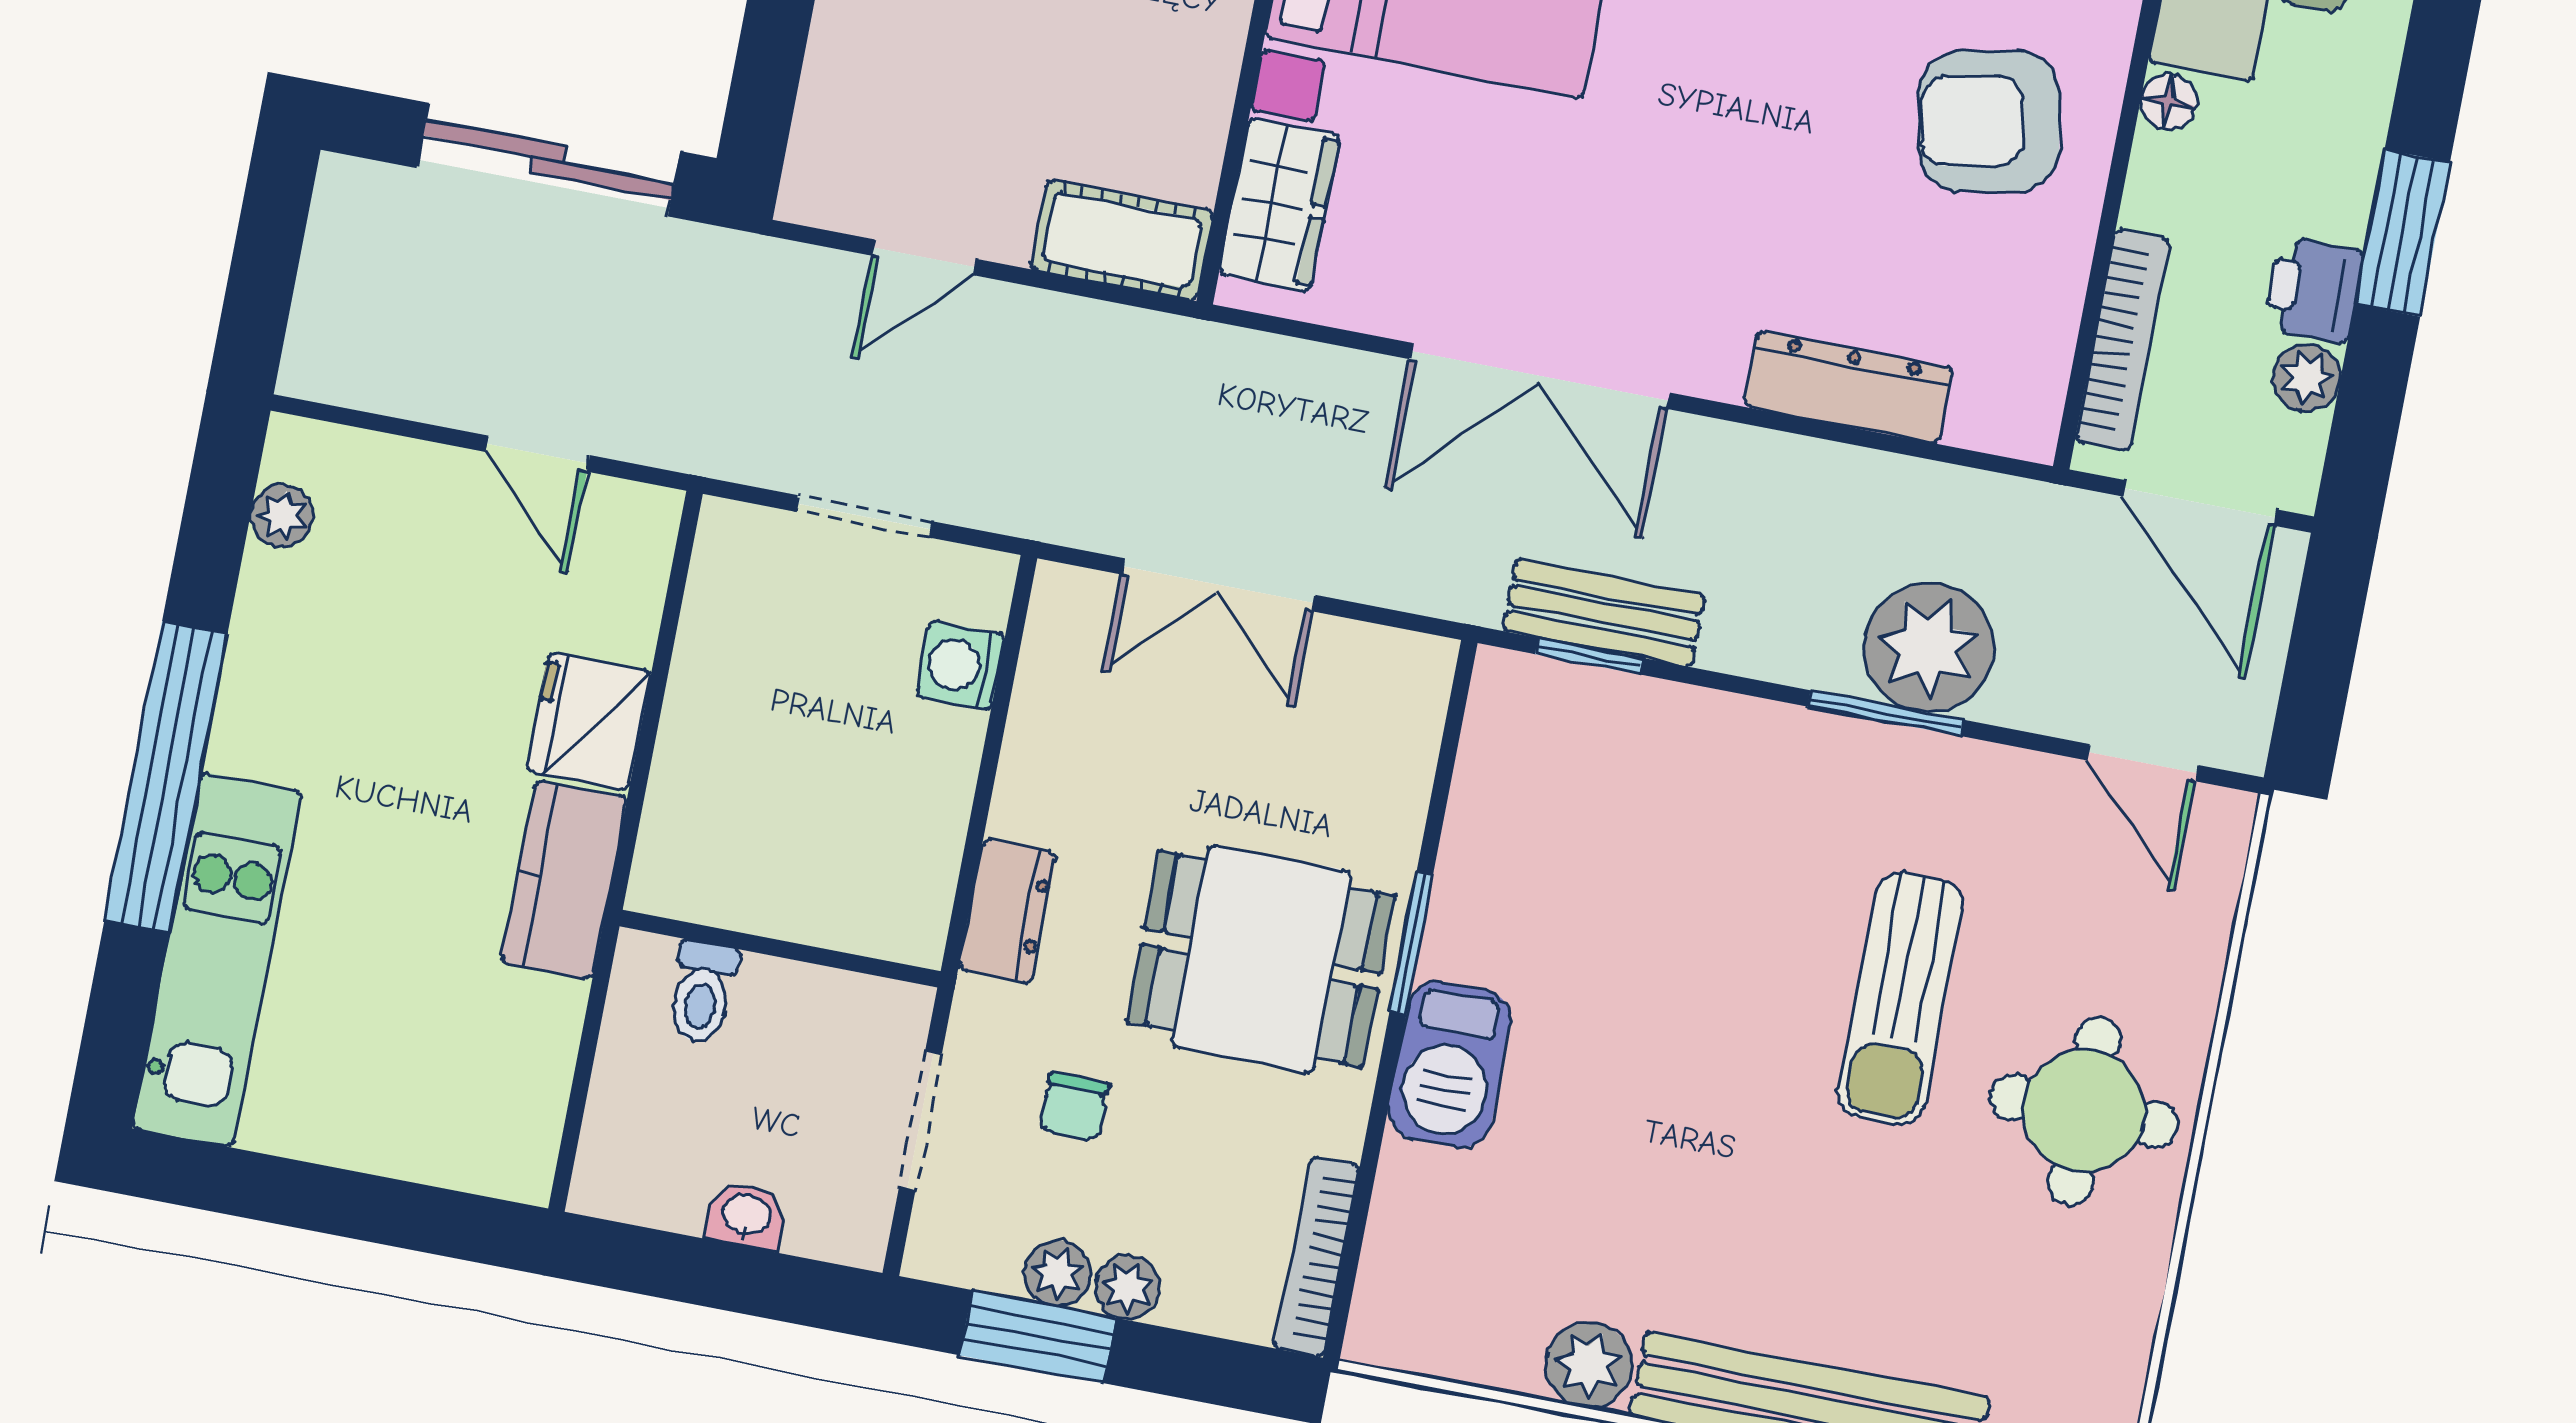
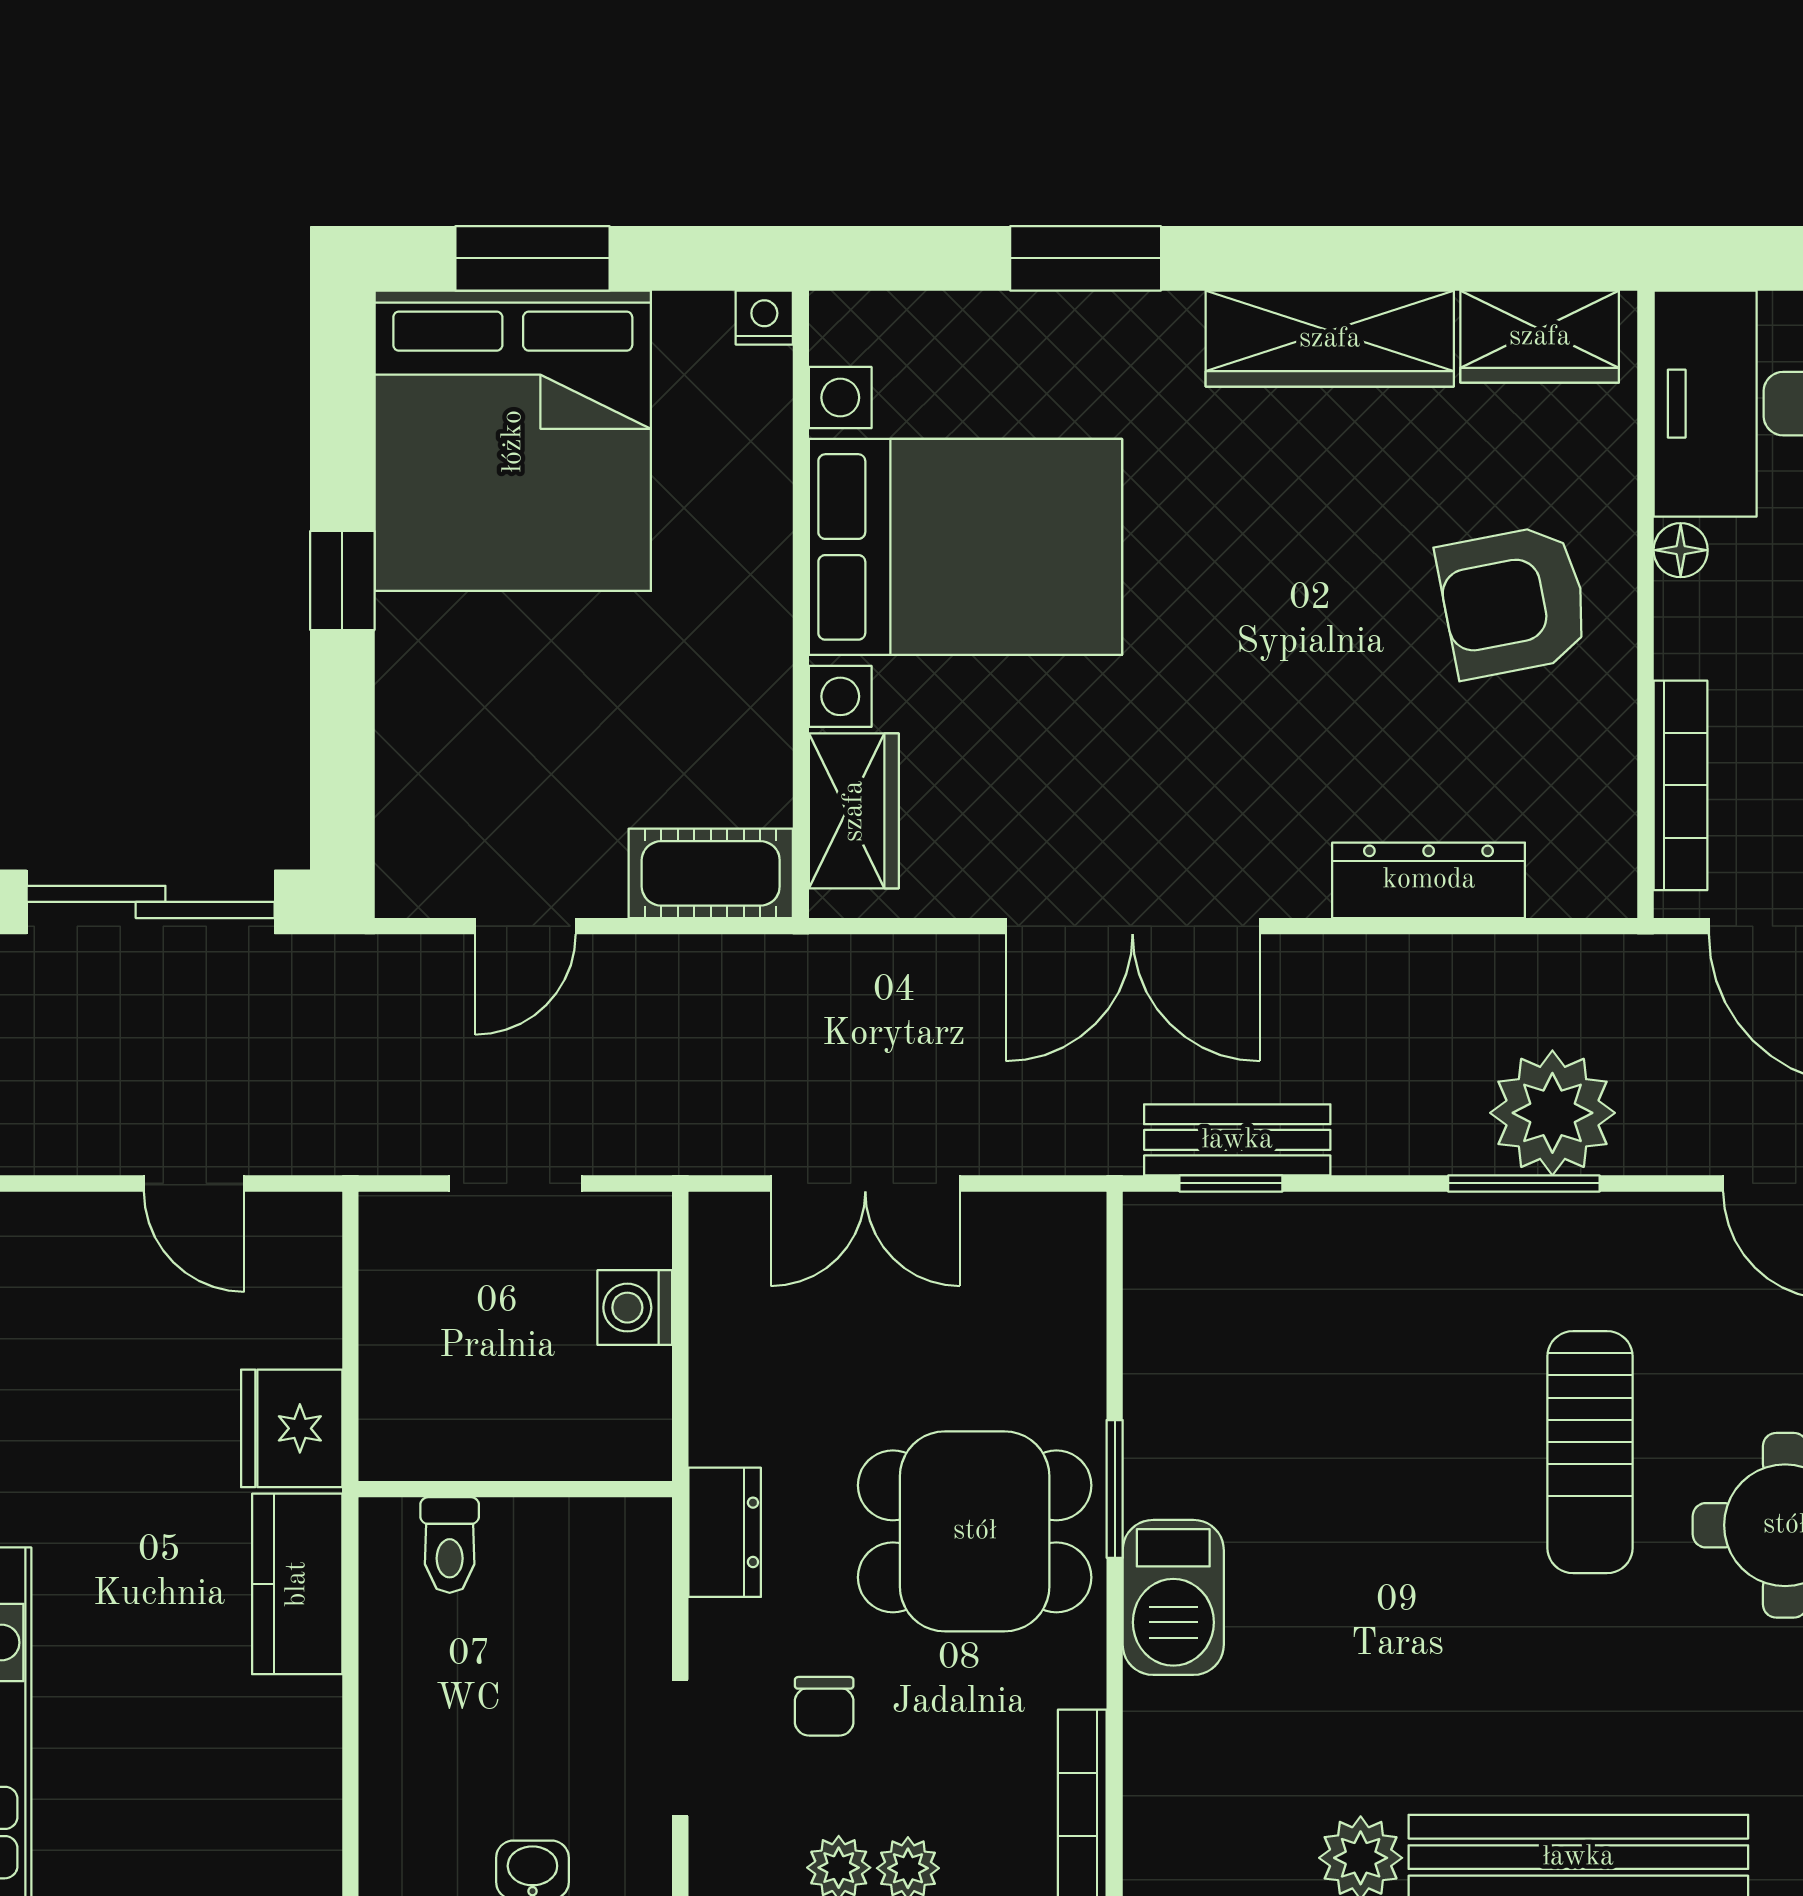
wall: (780, 949) -> (515, 1489), moved
toilet: (703, 992) -> (450, 1545), moved

